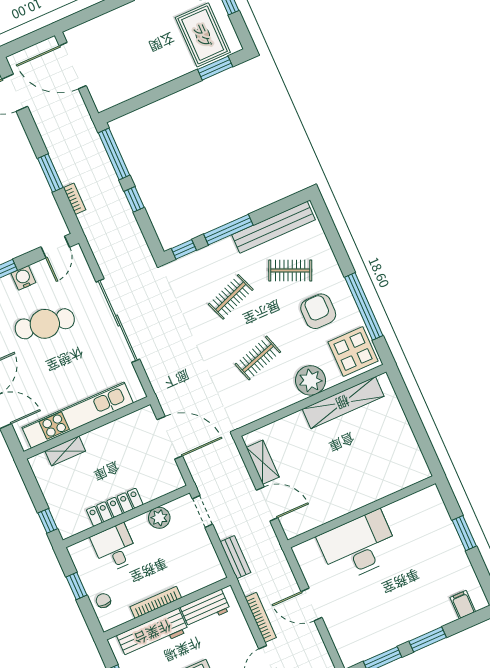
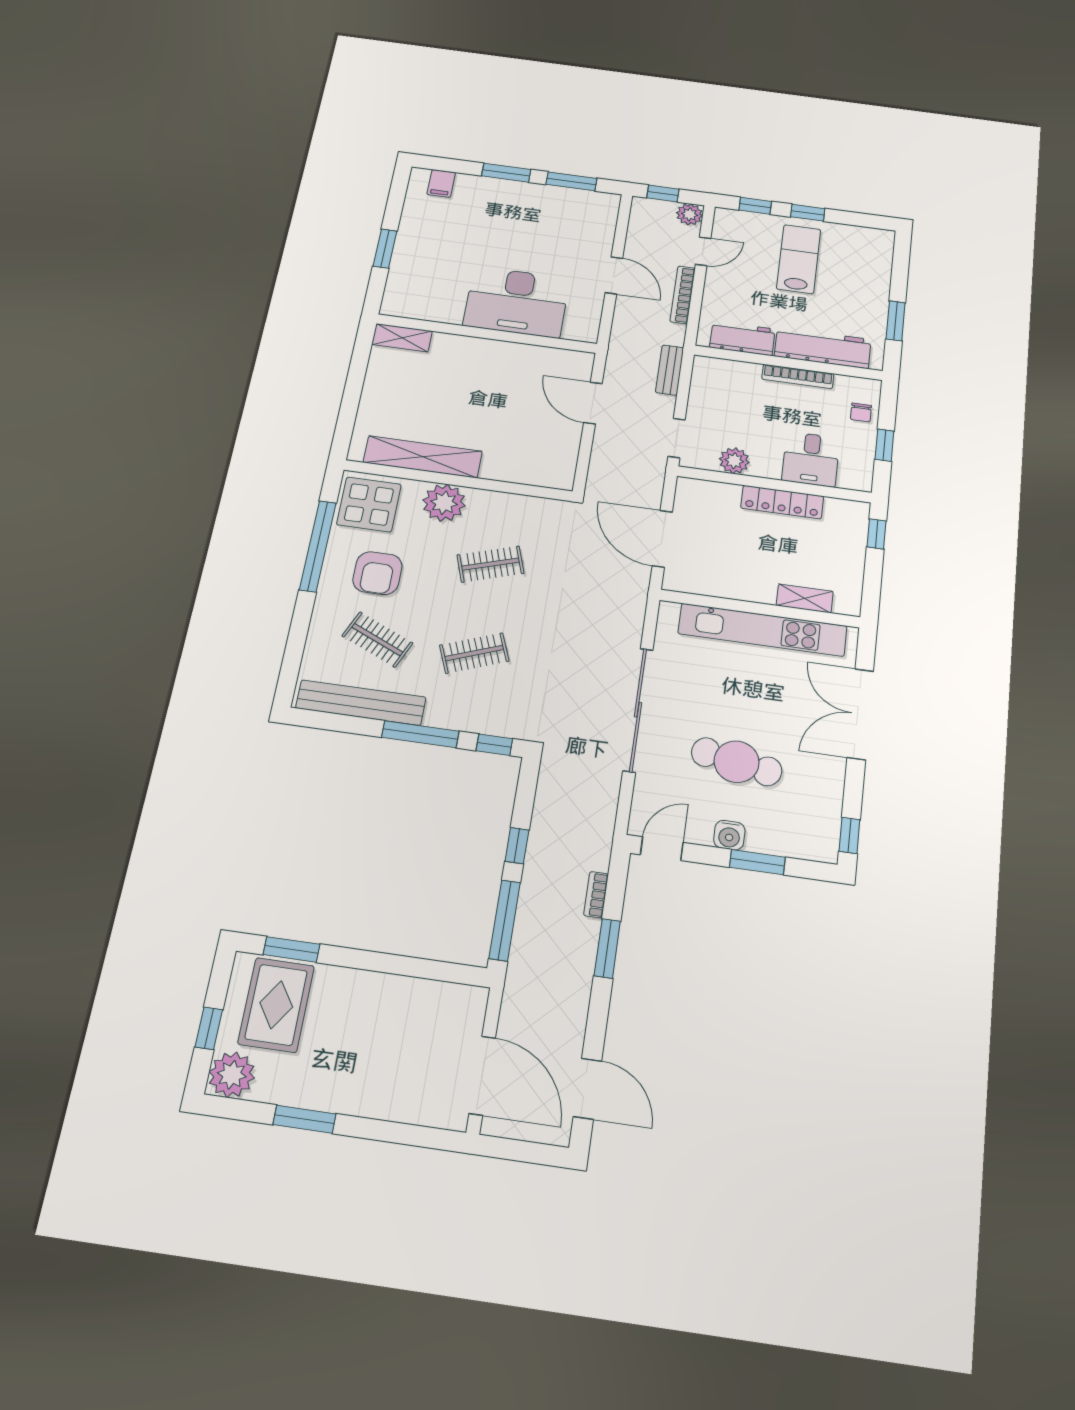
shelving: (263, 462) -> (402, 338), moved, turned 90

